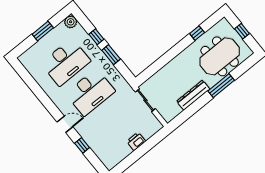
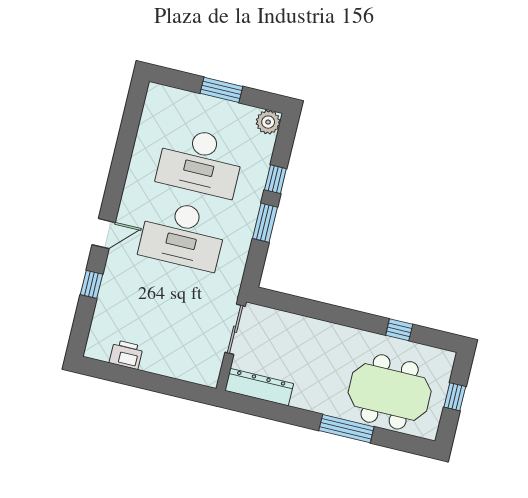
dresser: (193, 95) -> (259, 387), moved
door: (65, 124) -> (104, 234), hinge flipped
printer: (136, 141) -> (126, 355), moved

